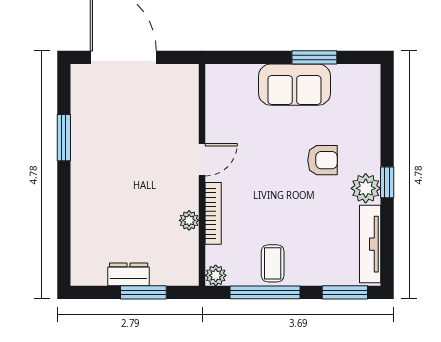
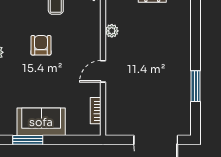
armchair: (322, 160) -> (41, 45), moved, turned 90
bookcase: (213, 213) -> (96, 111), moved, width x0.64

